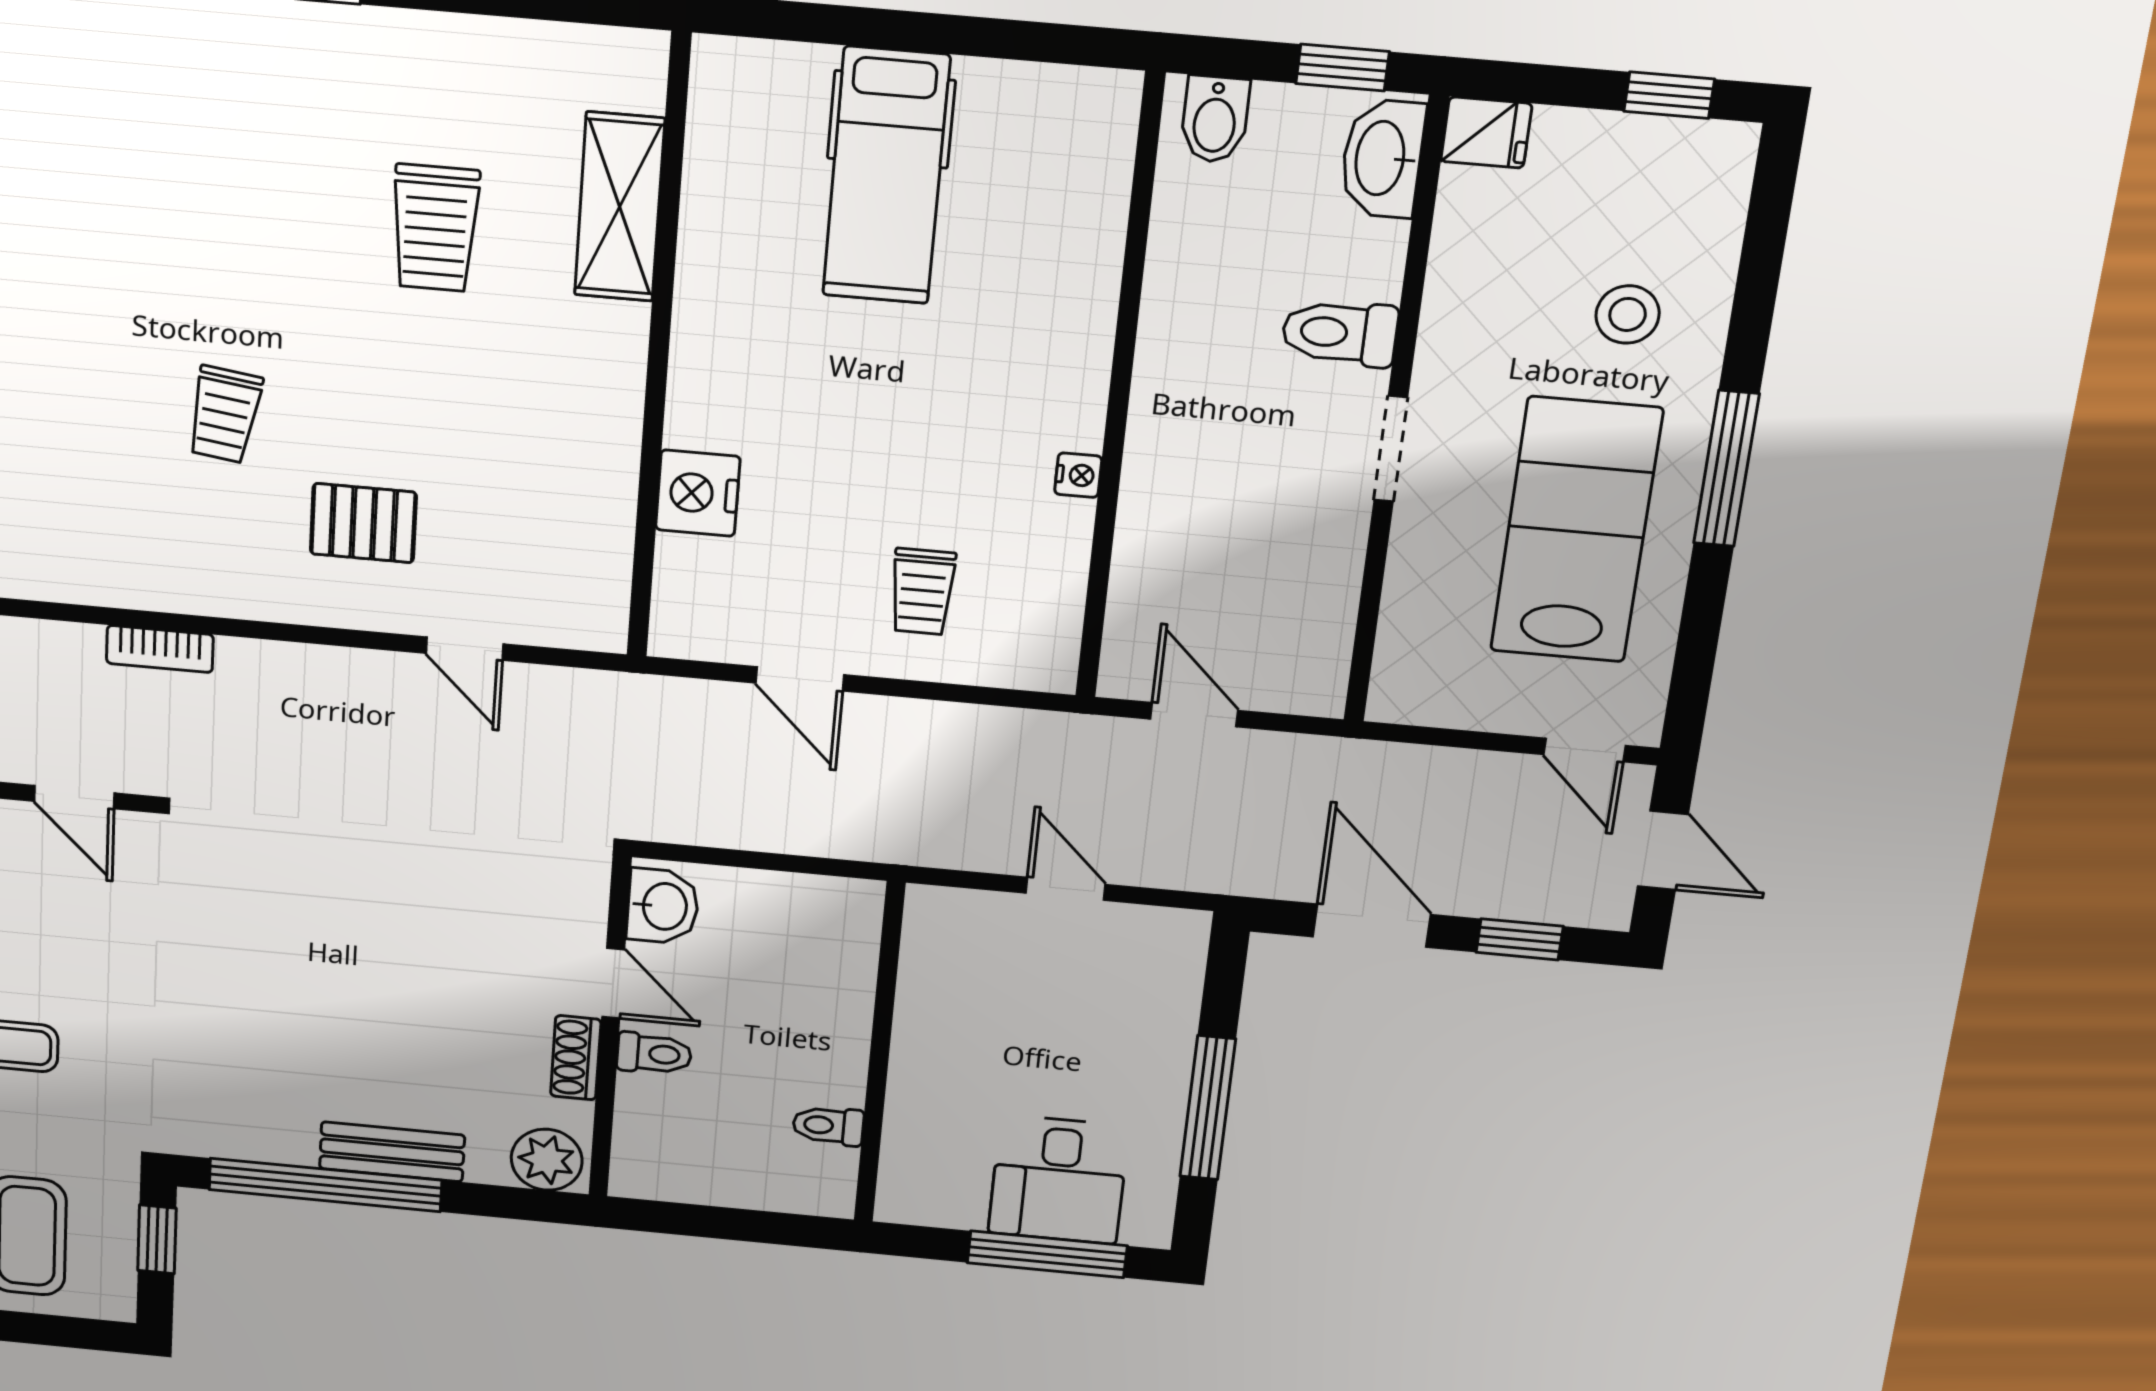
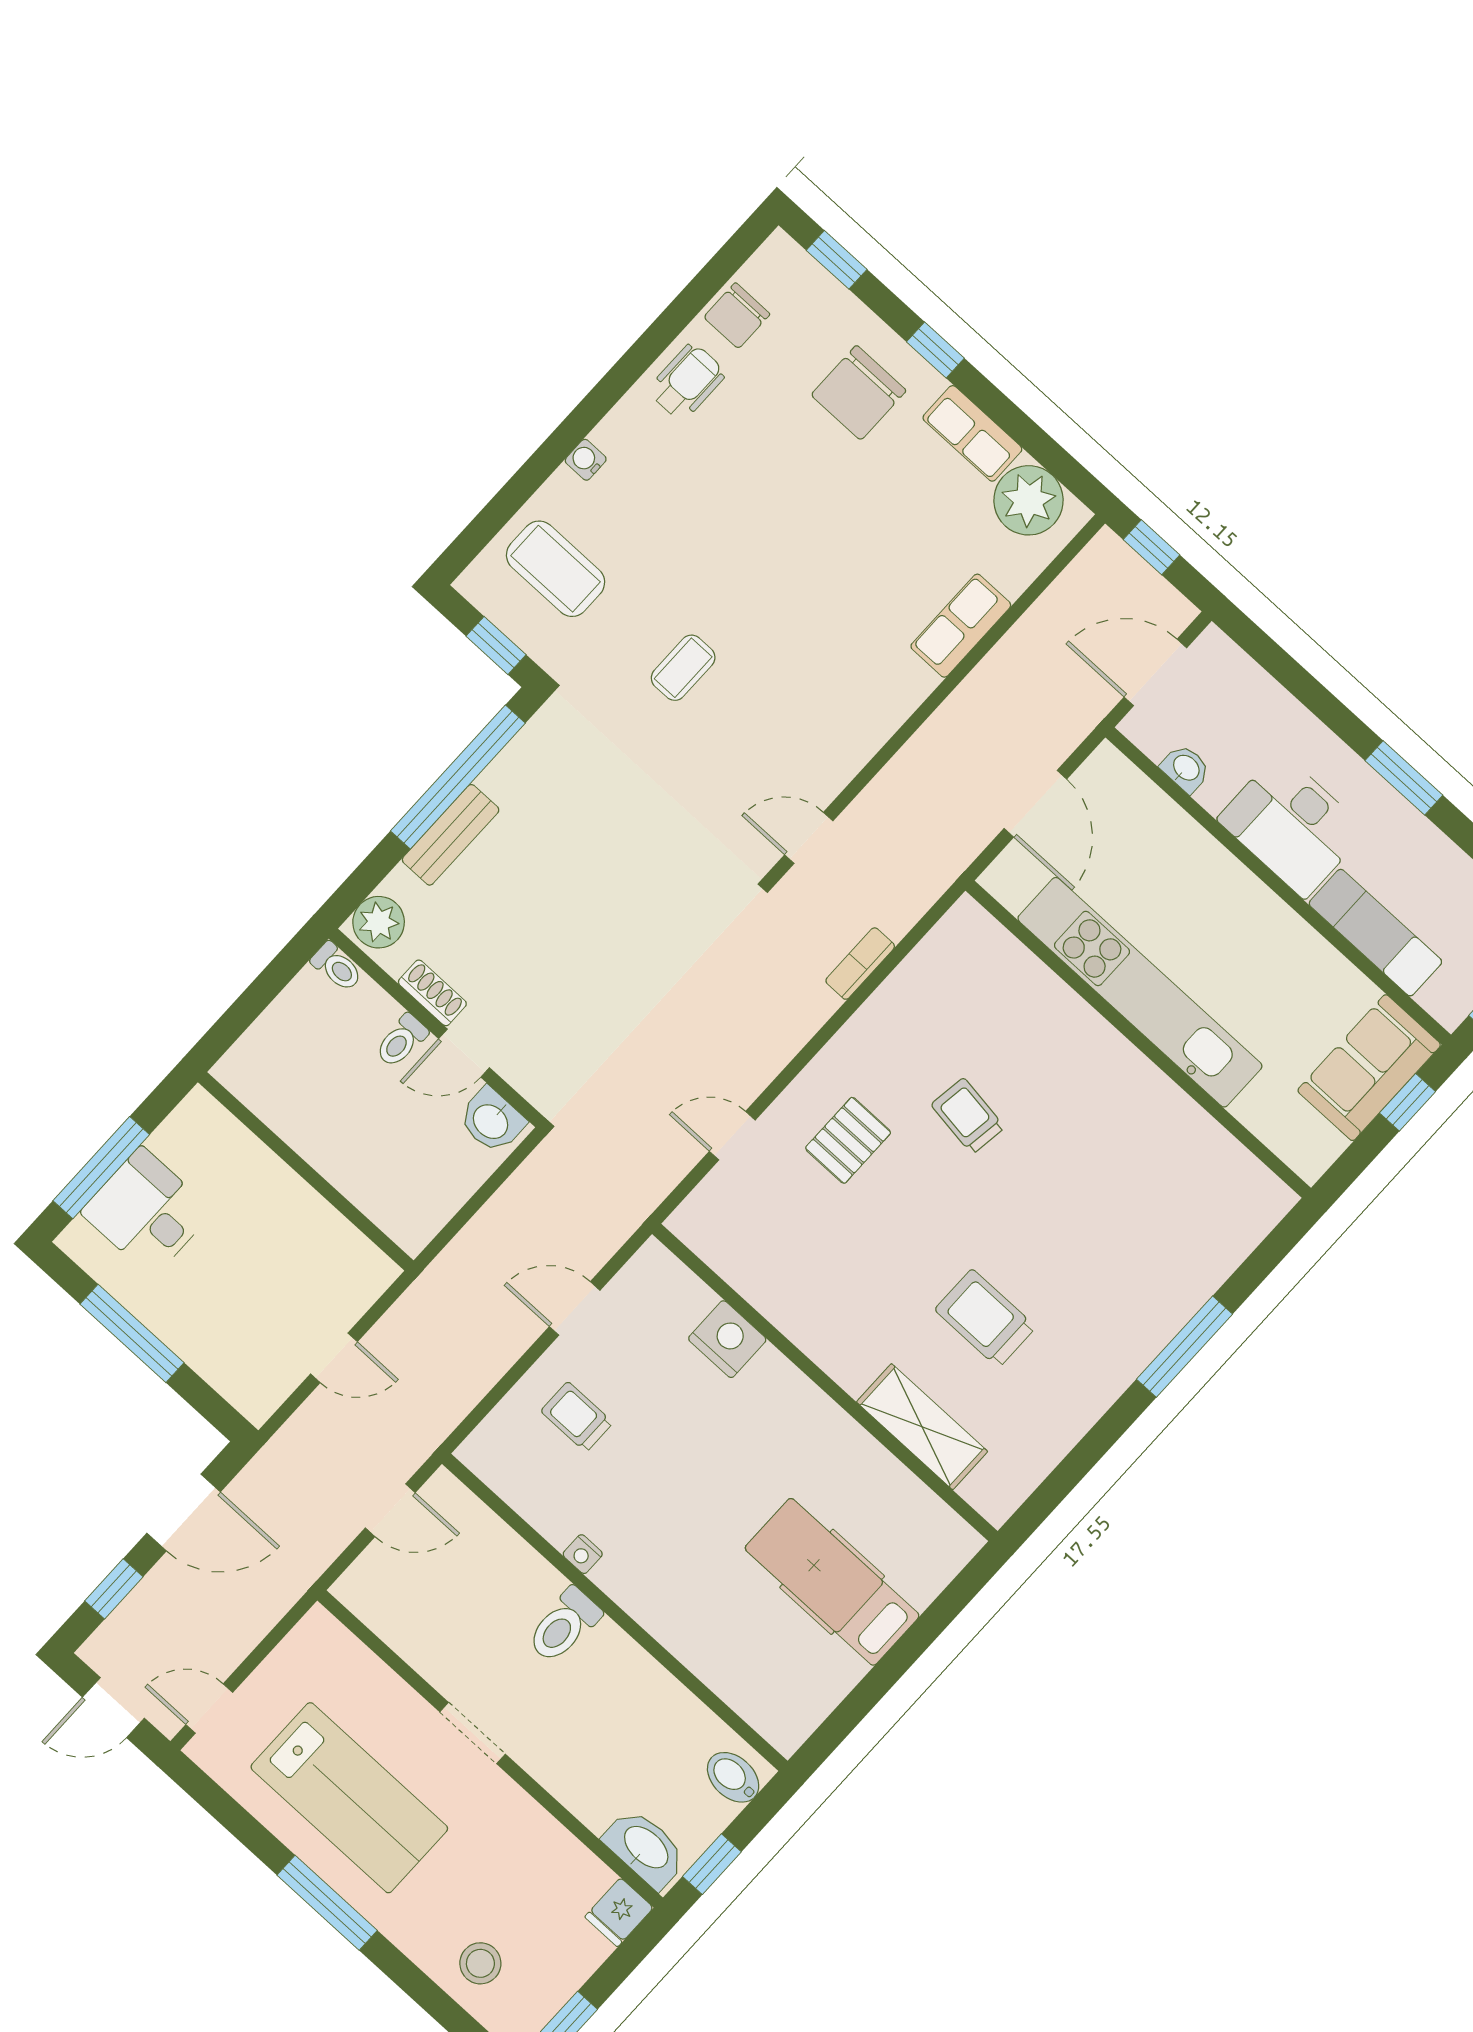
stool: (1628, 314) -> (480, 1963), moved
toilet: (1340, 333) -> (564, 1625), moved, turned 180
toilet: (828, 1126) -> (337, 967), moved, turned 90

